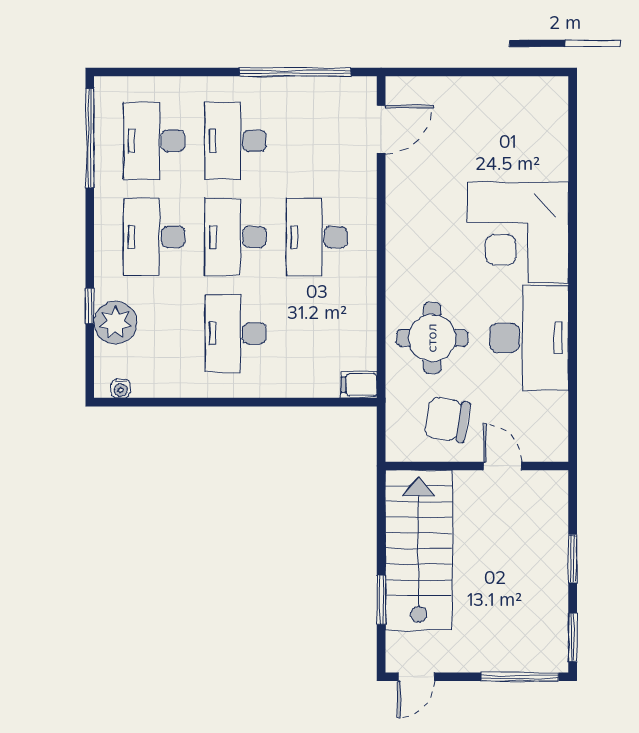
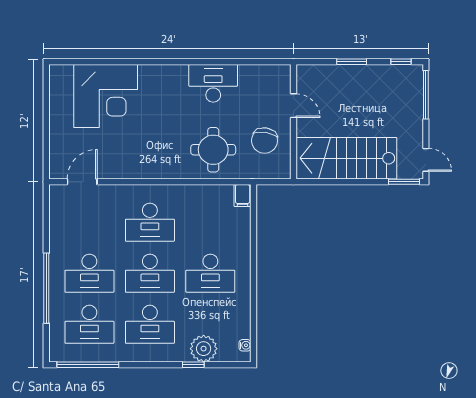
window: (295, 72) -> (46, 288), moved
door: (381, 129) -> (82, 182), hinge flipped
corner desk: (518, 233) -> (106, 96), moved
desk: (529, 338) -> (213, 83), width x0.73, depth x0.77
door: (503, 466) -> (294, 106), swing flipped
window: (381, 600) -> (404, 182), moved
window: (573, 637) -> (401, 62), width x0.67

